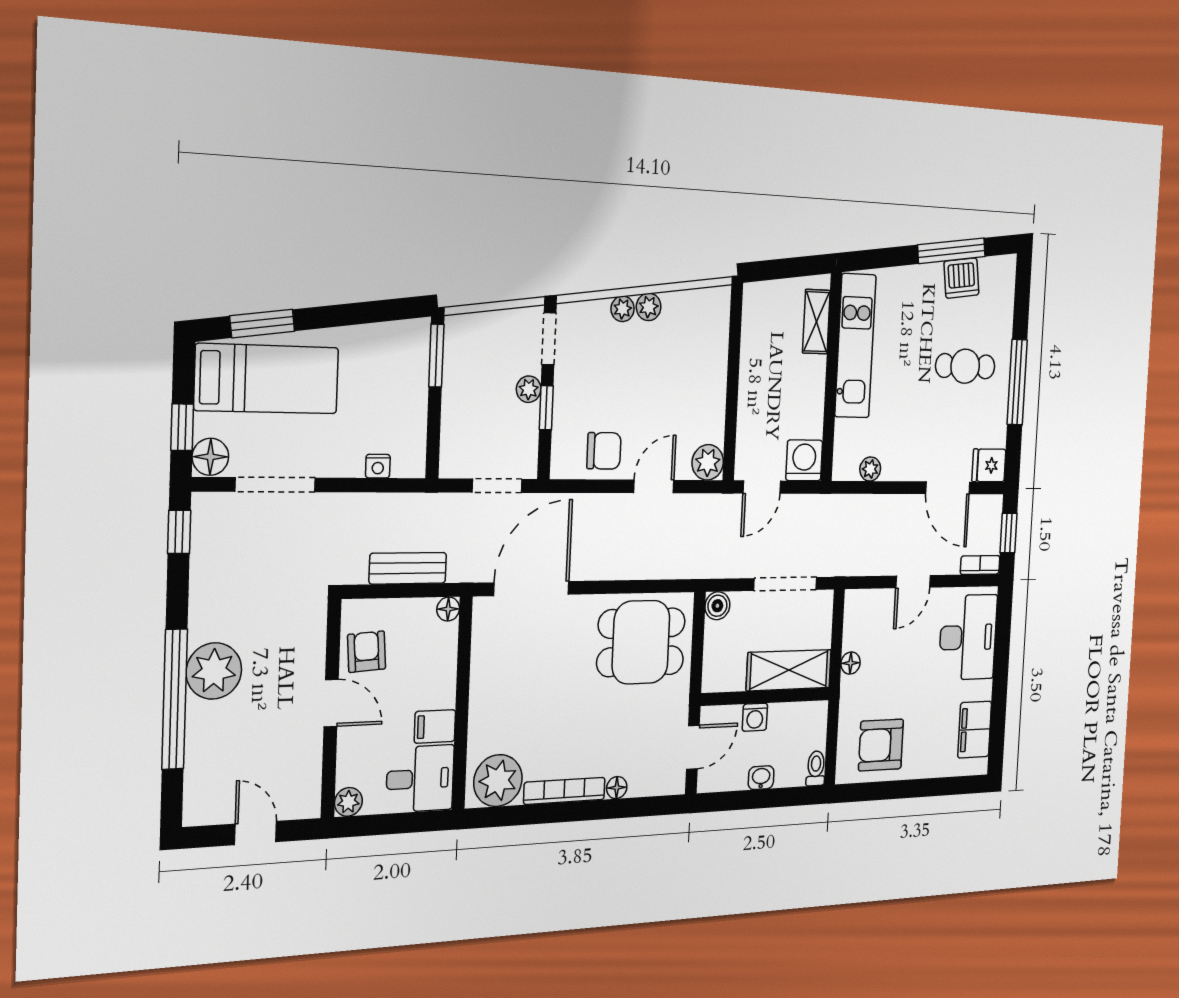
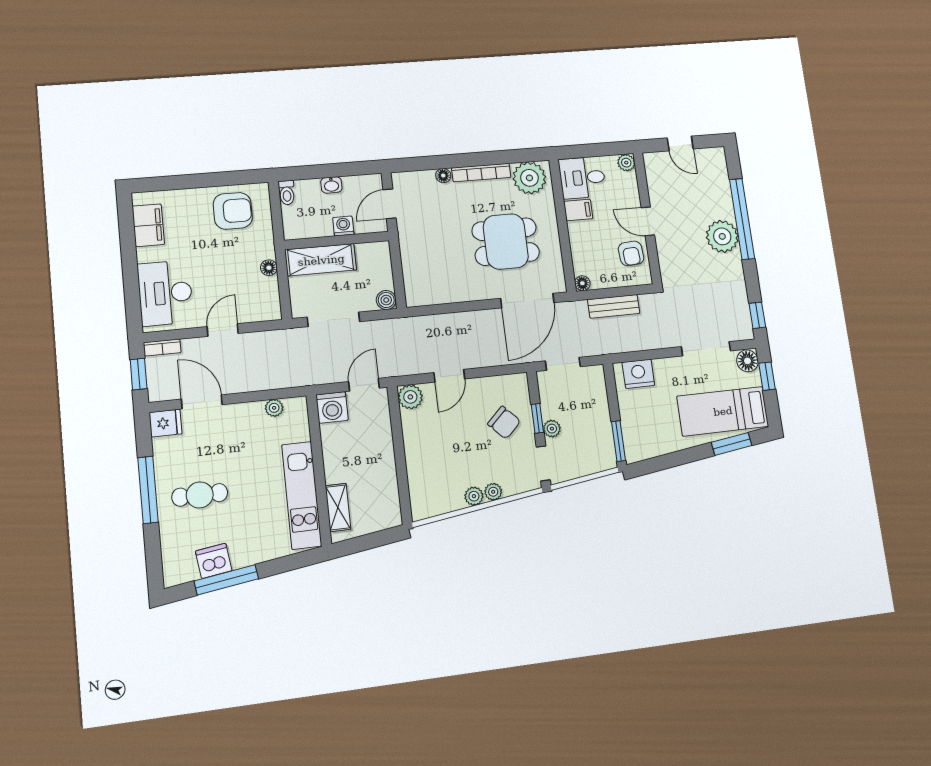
chair: (604, 451) -> (504, 423), moved, turned -134
nightstand: (378, 466) -> (638, 374), width x1.89, depth x1.79
dining table: (641, 642) -> (506, 242), moved

